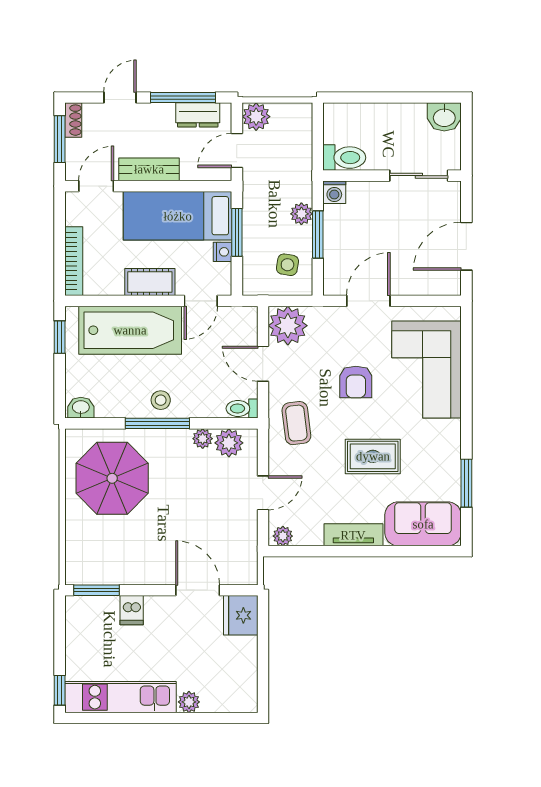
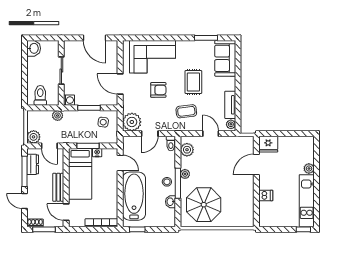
toilet: (344, 158) -> (40, 95), moved
sliding door: (419, 176) -> (61, 70), moved
plant: (301, 214) -> (58, 116), moved
cot: (150, 282) -> (111, 187), removed
washbasin: (81, 408) -> (170, 202), moved
coffee table: (296, 423) -> (186, 111), moved
plant: (203, 439) -> (185, 174), moved
tv unit: (353, 535) -> (230, 105), moved
window: (97, 590) -> (256, 212), removed

